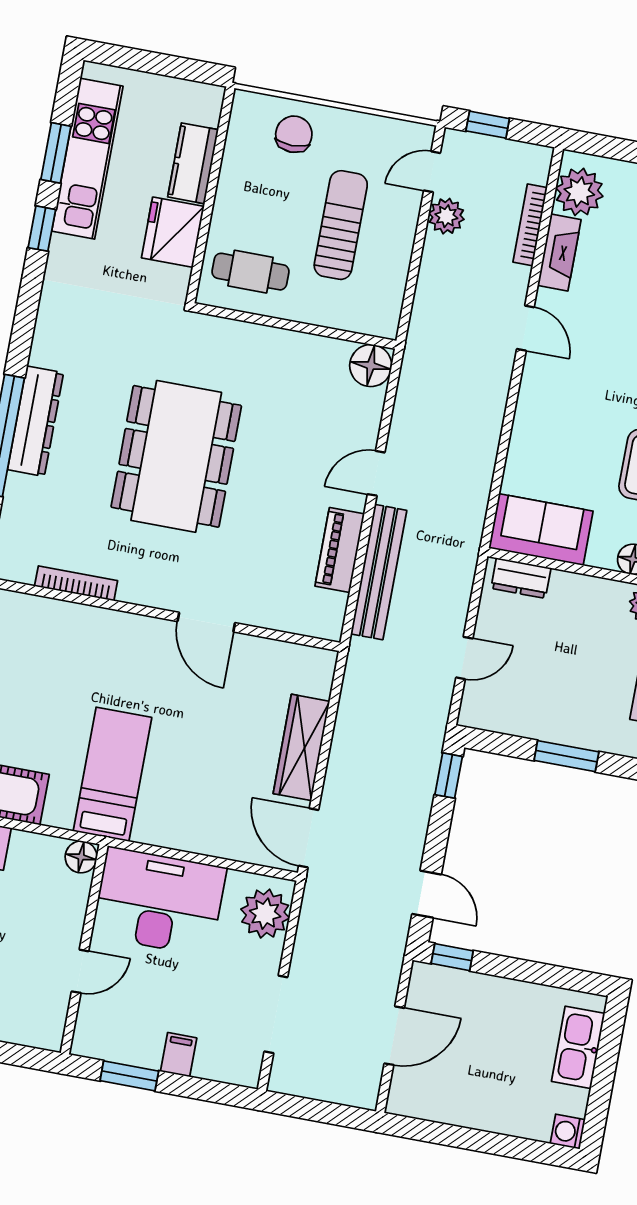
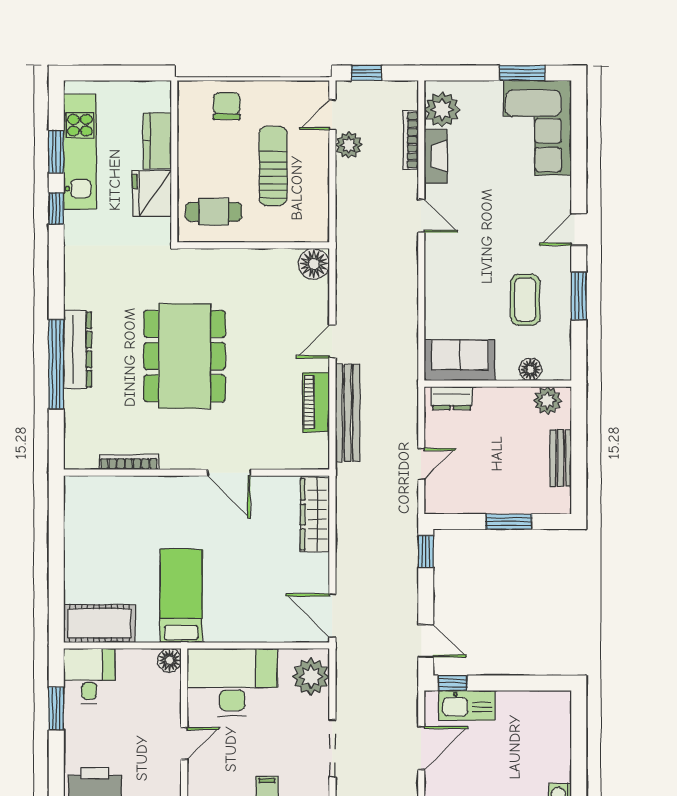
wardrobe: (301, 747) -> (315, 515), moved
kitchen sink: (578, 1047) -> (467, 705), moved, turned -90

